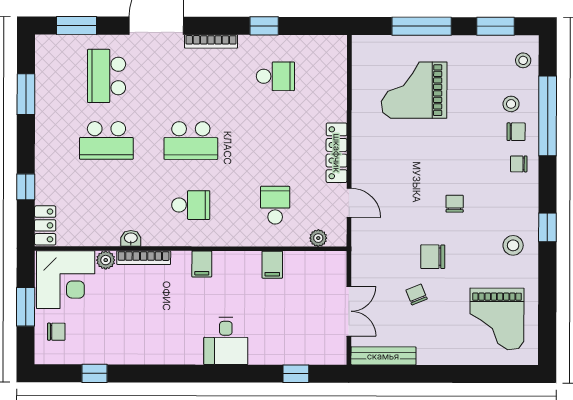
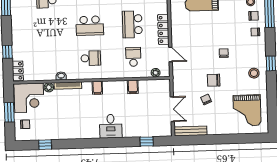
school desk: (106, 140) -> (132, 24), moved, turned 90

